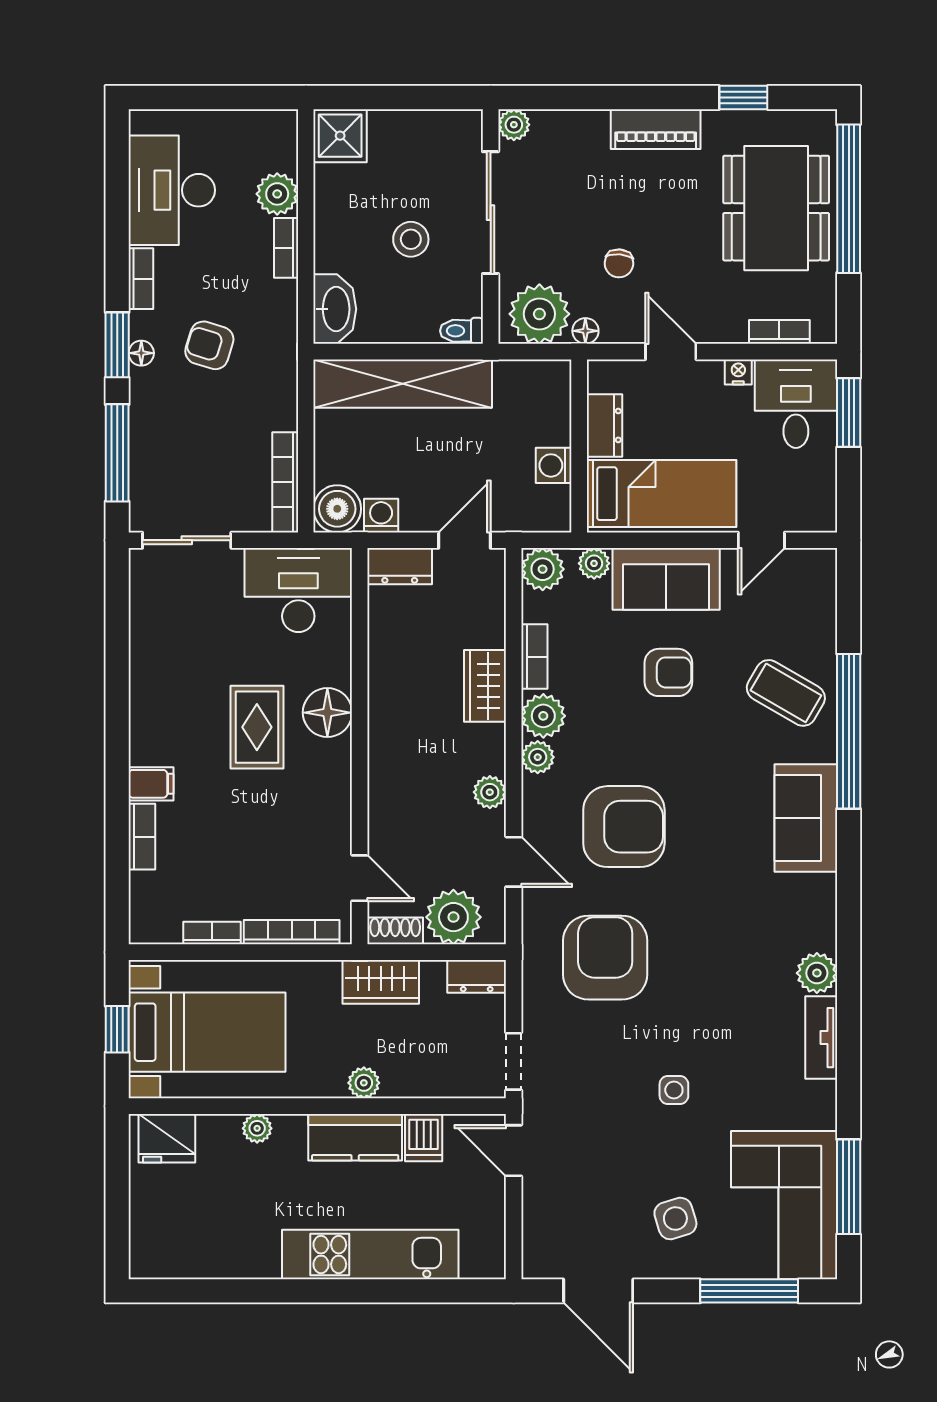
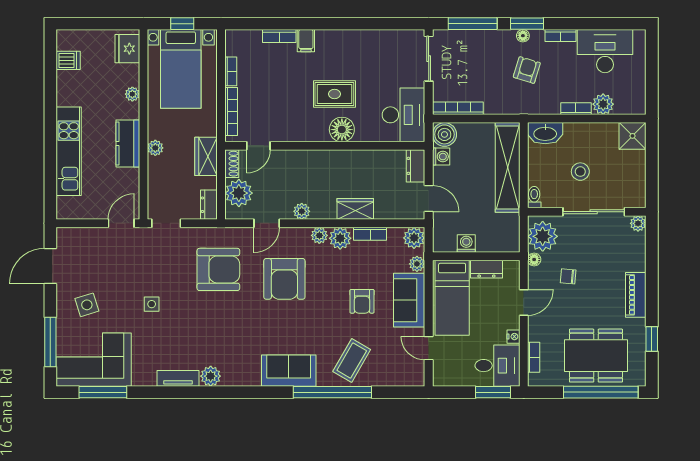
dishwasher: (424, 1138) -> (68, 60), moved, turned 180

